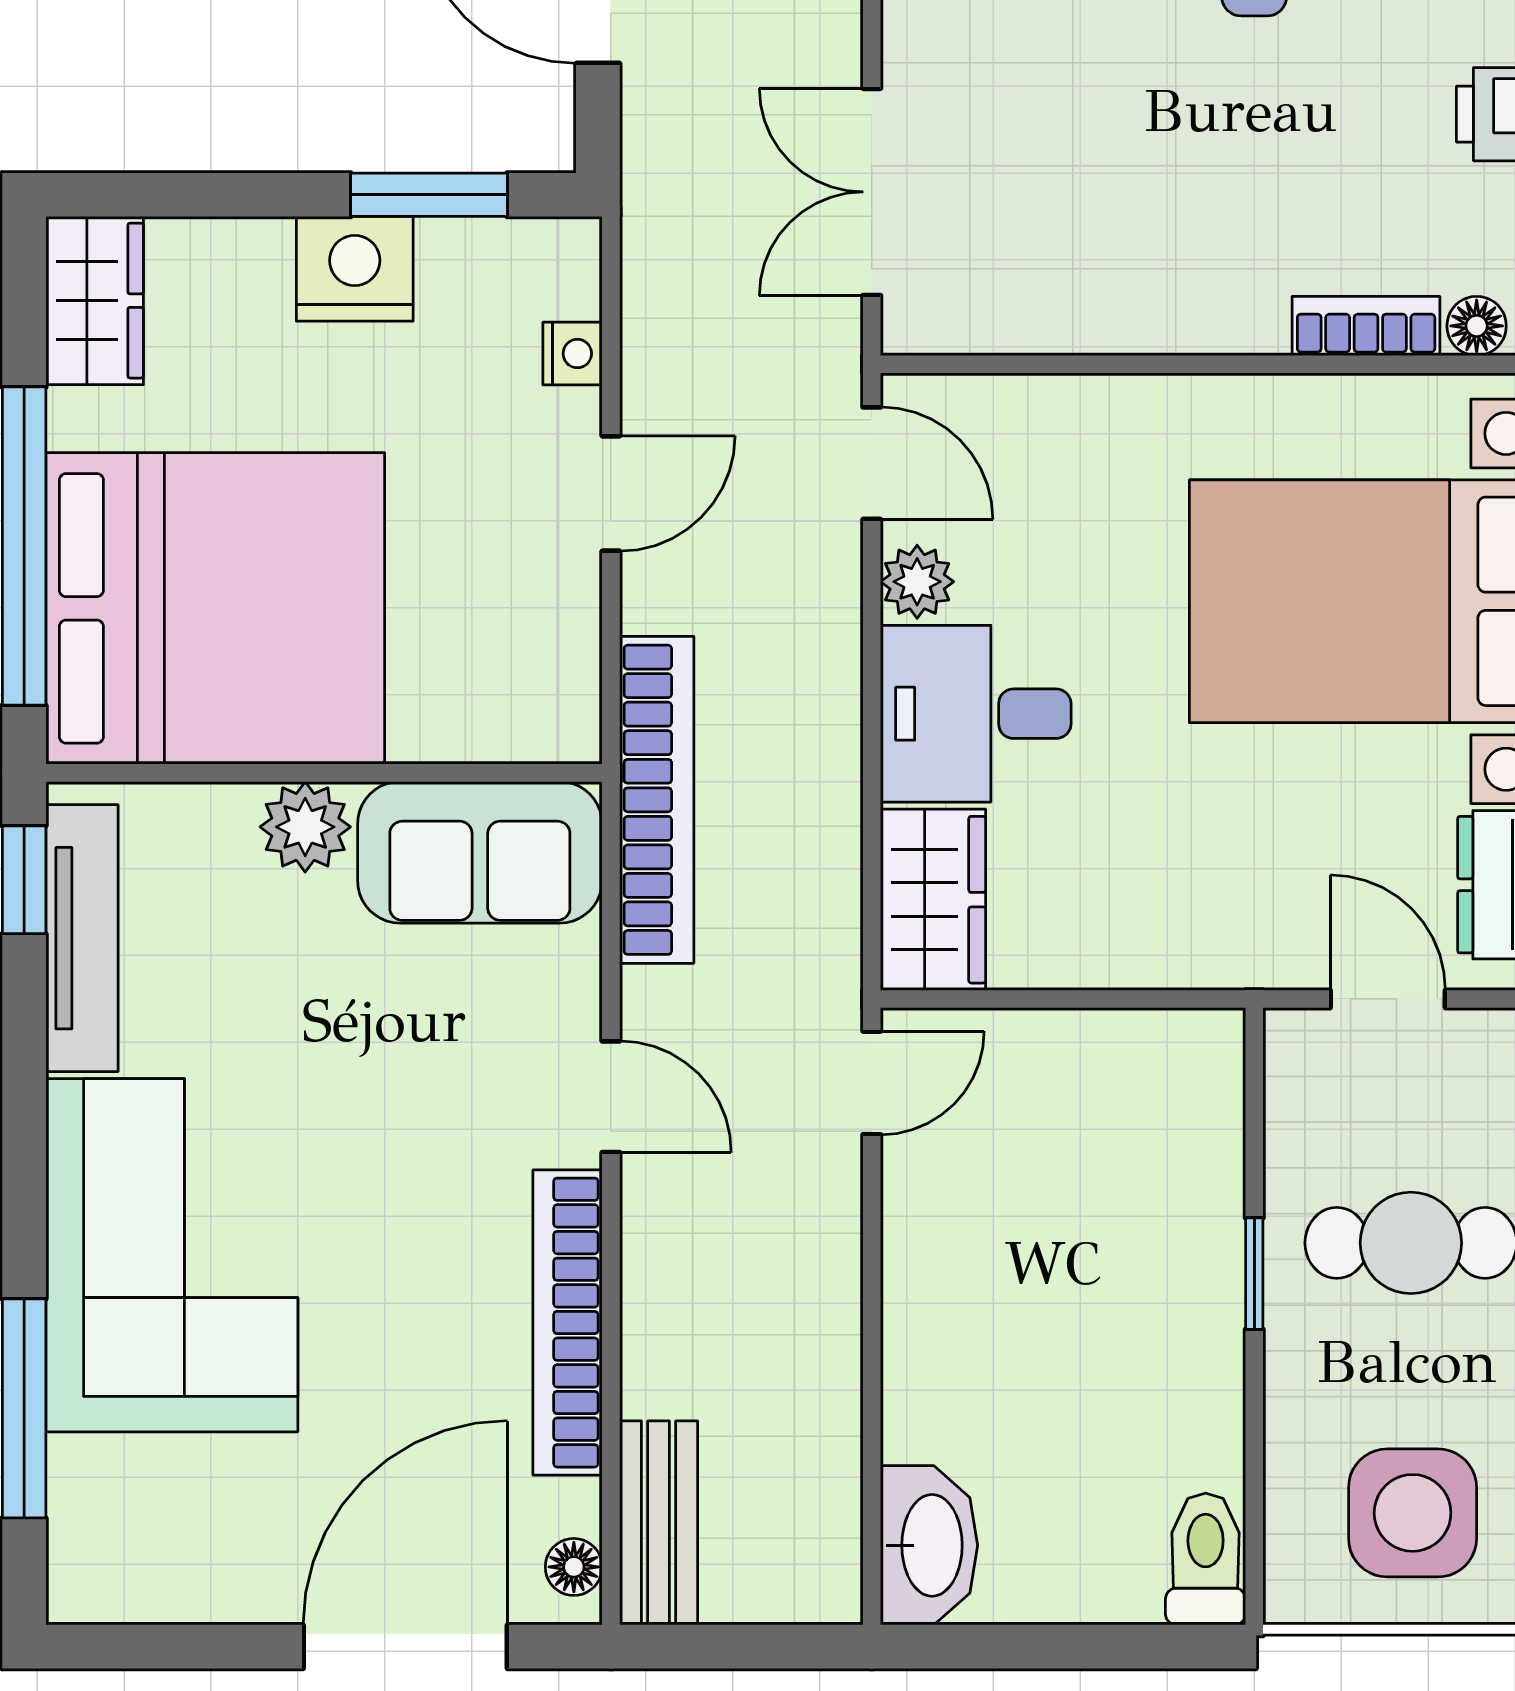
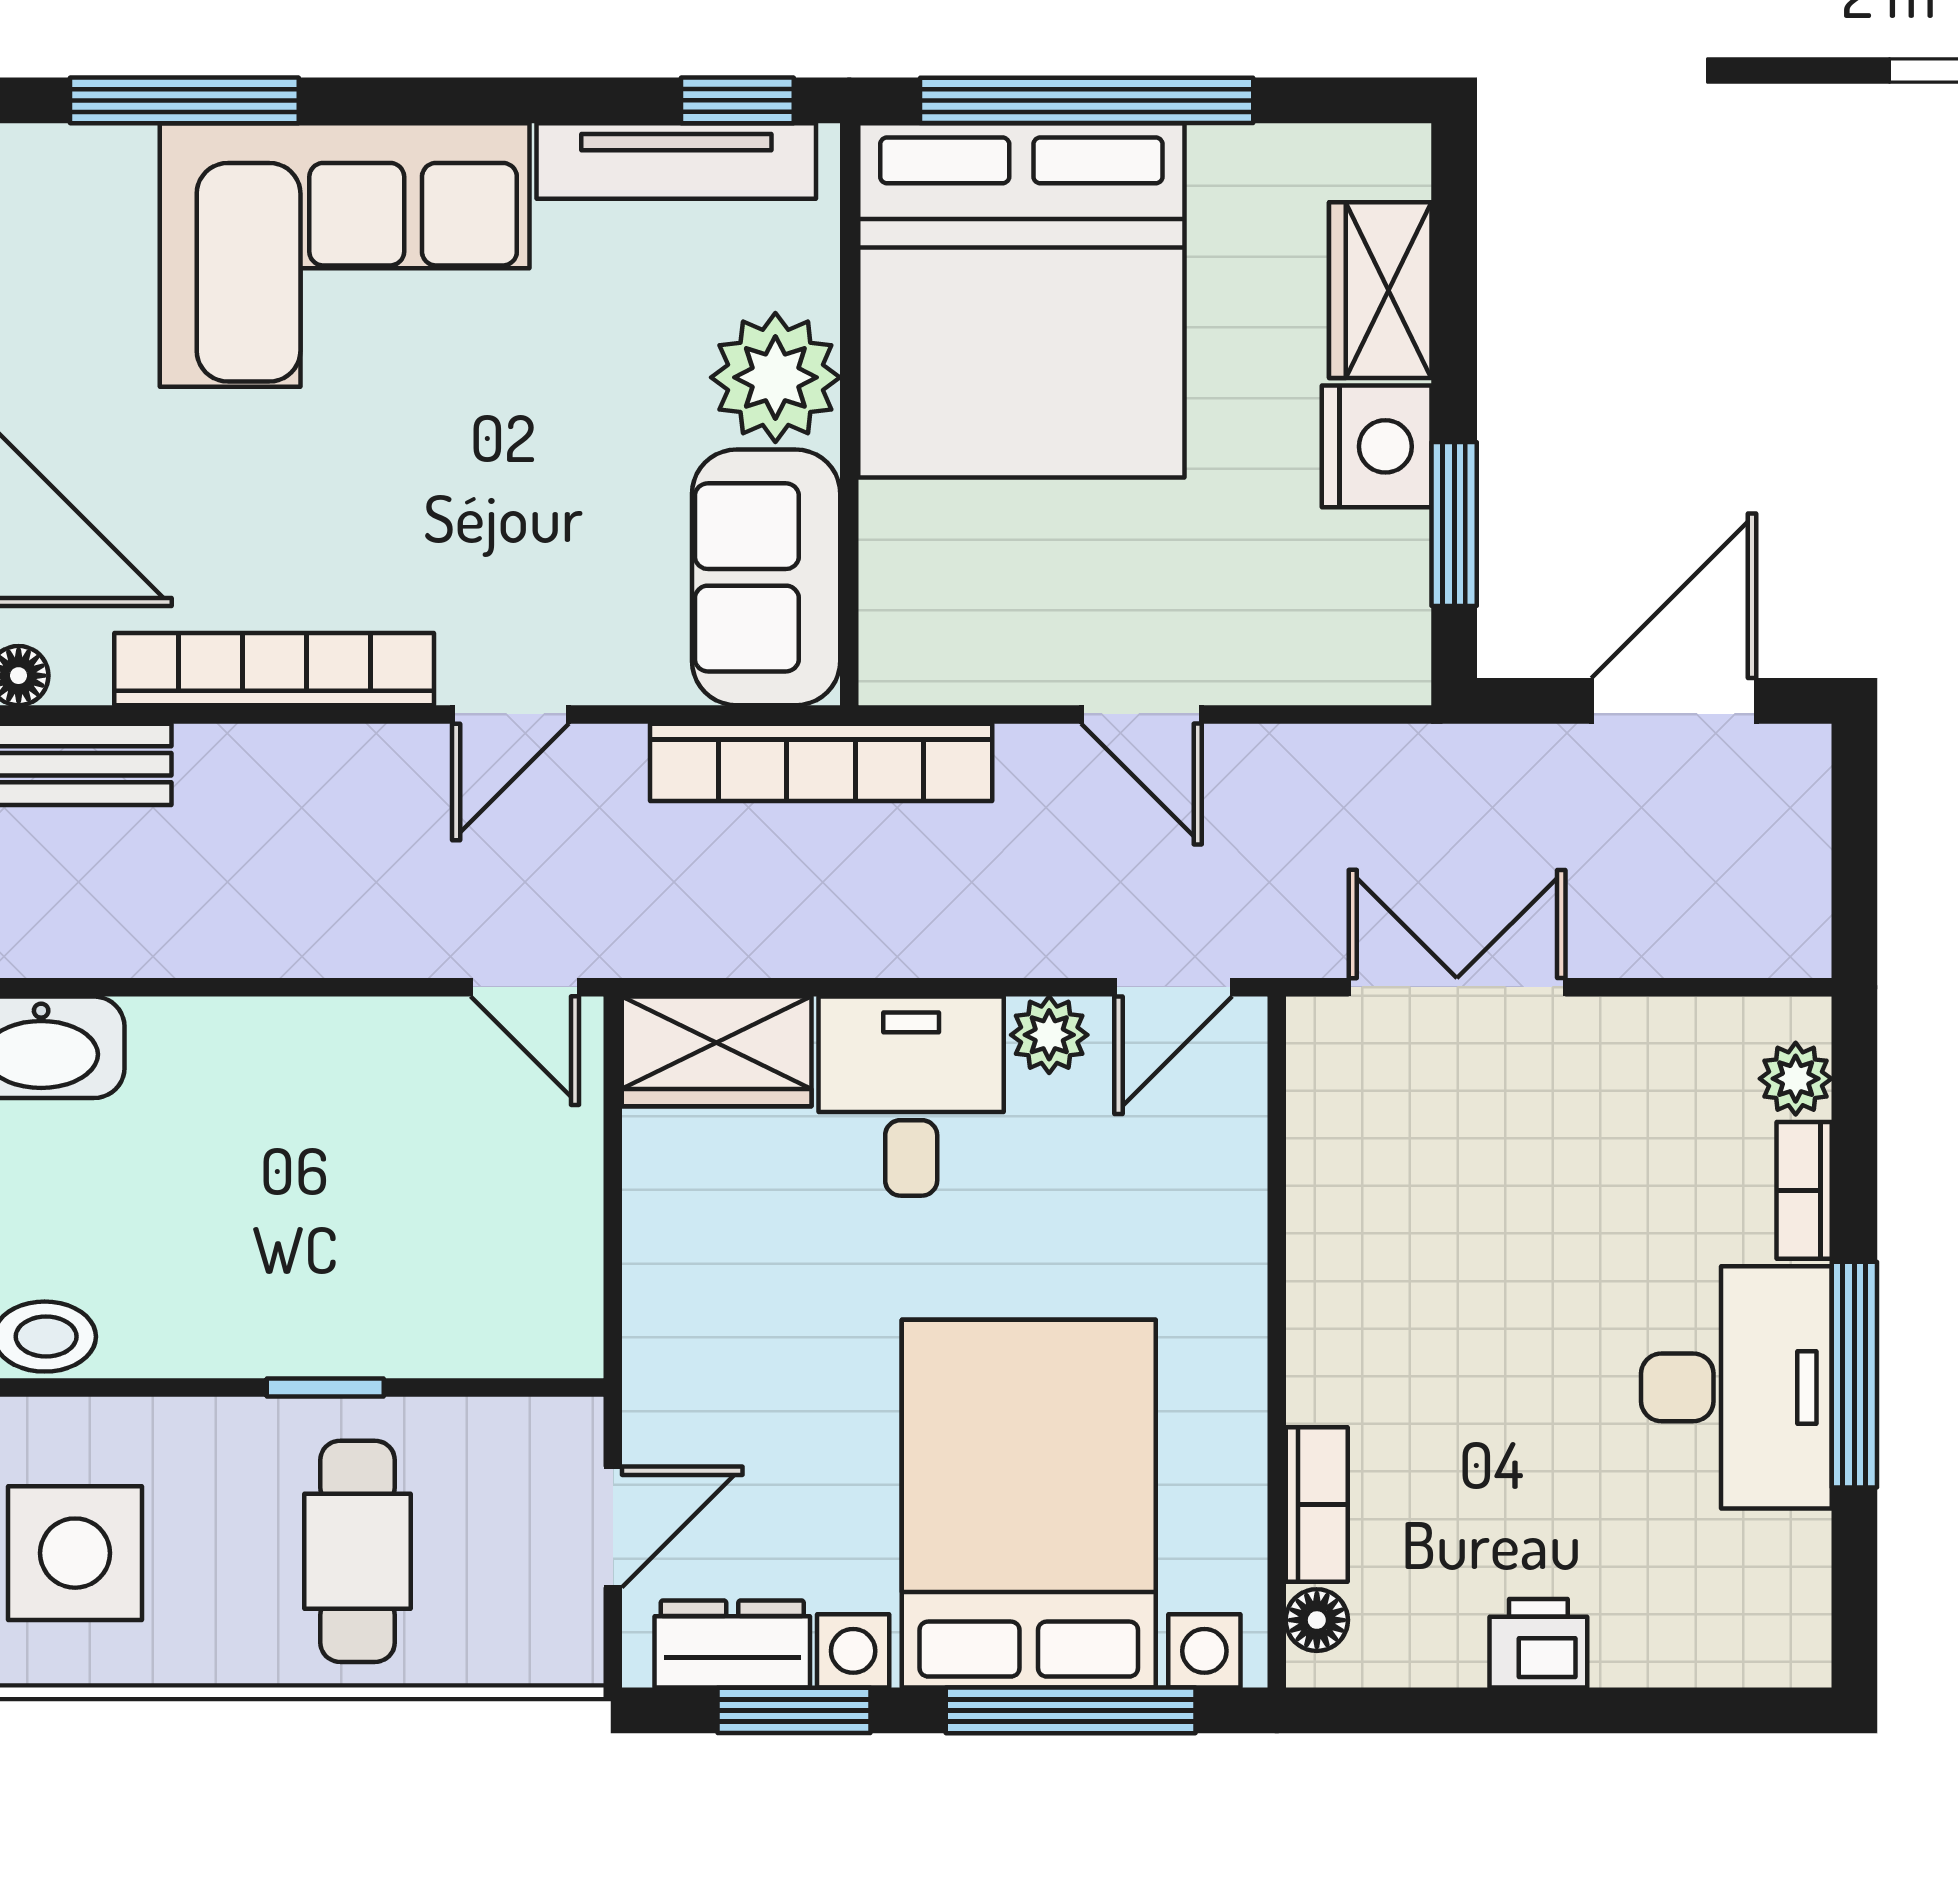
wardrobe: (95, 301) -> (1380, 290), moved, turned 90
nightstand: (573, 354) -> (1288, 674), removed
plant: (305, 827) -> (775, 377), width x1.36, depth x1.36

